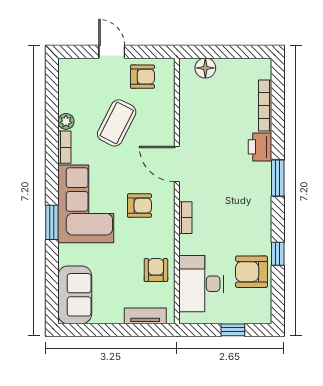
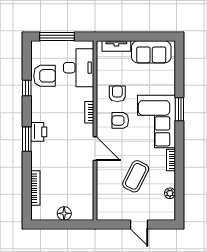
floor lamp: (205, 68) -> (64, 213), moved
armchair: (142, 77) -> (118, 208), removed
plant: (66, 121) -> (170, 193), moved
printer: (260, 147) -> (39, 132), moved
armchair: (156, 270) -> (117, 94), moved, turned 180
sofa: (75, 295) -> (151, 52), moved, turned -90
window: (233, 330) -> (57, 36), width x2.17

